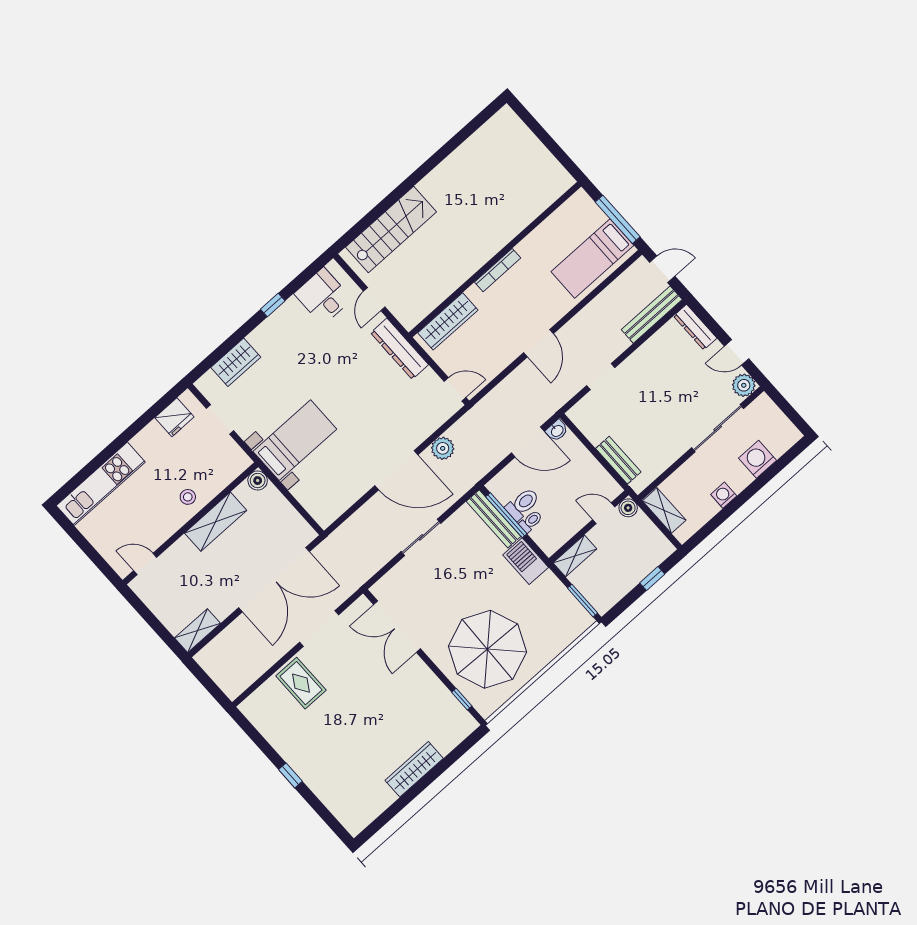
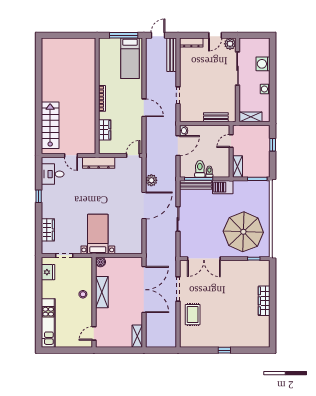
wardrobe: (448, 321) -> (105, 130), width x0.67
boiler: (628, 508) -> (237, 130), removed
rug: (301, 683) -> (193, 315), turned 90

